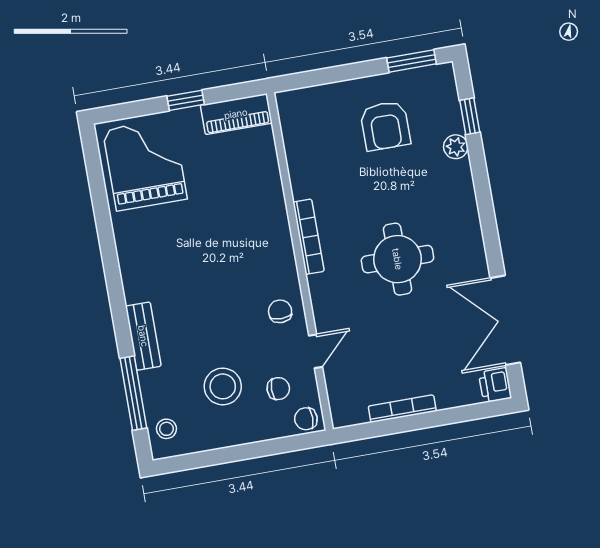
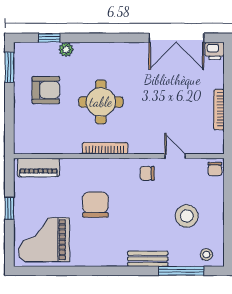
piano: (236, 114) -> (38, 167), moved, turned 90
round table: (397, 259) -> (101, 102), moved
chair: (278, 389) -> (95, 205), moved, width x1.87, depth x1.87

